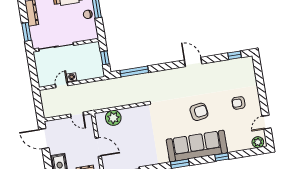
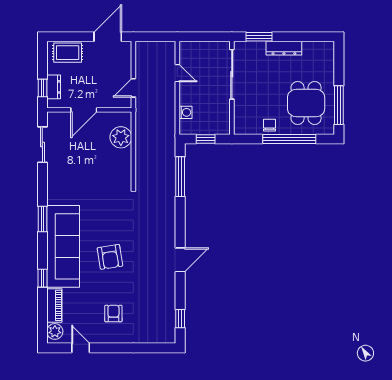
washing machine: (72, 78) -> (186, 112), moved
piano: (240, 145) -> (54, 305), added

